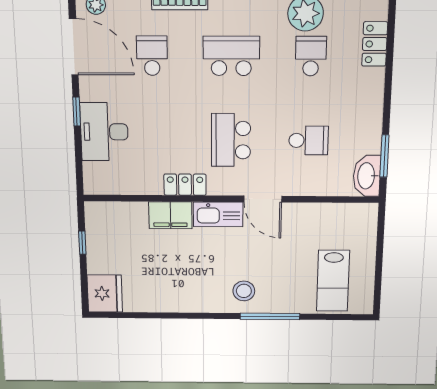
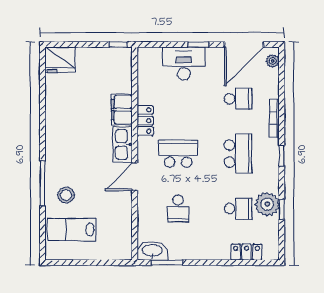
window: (82, 243) -> (118, 45), moved
stool: (244, 291) -> (66, 195), moved

